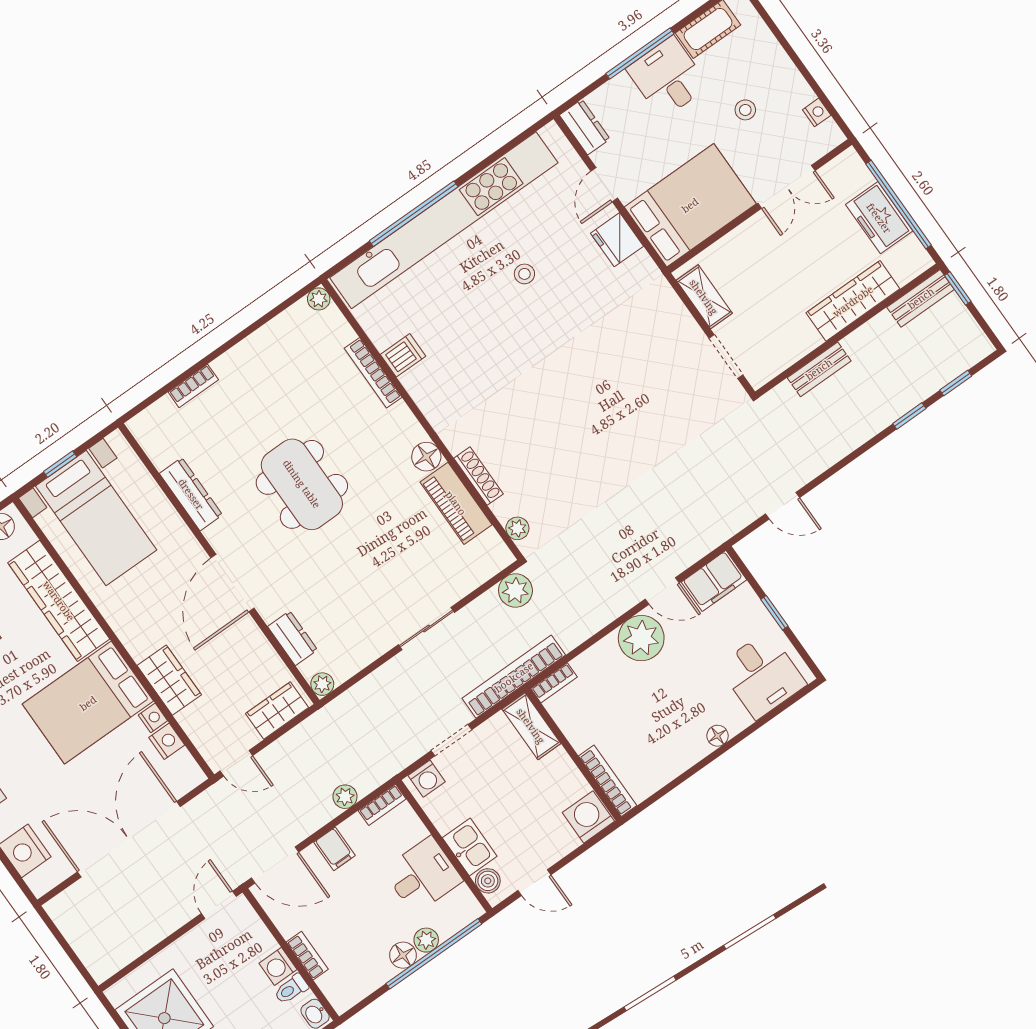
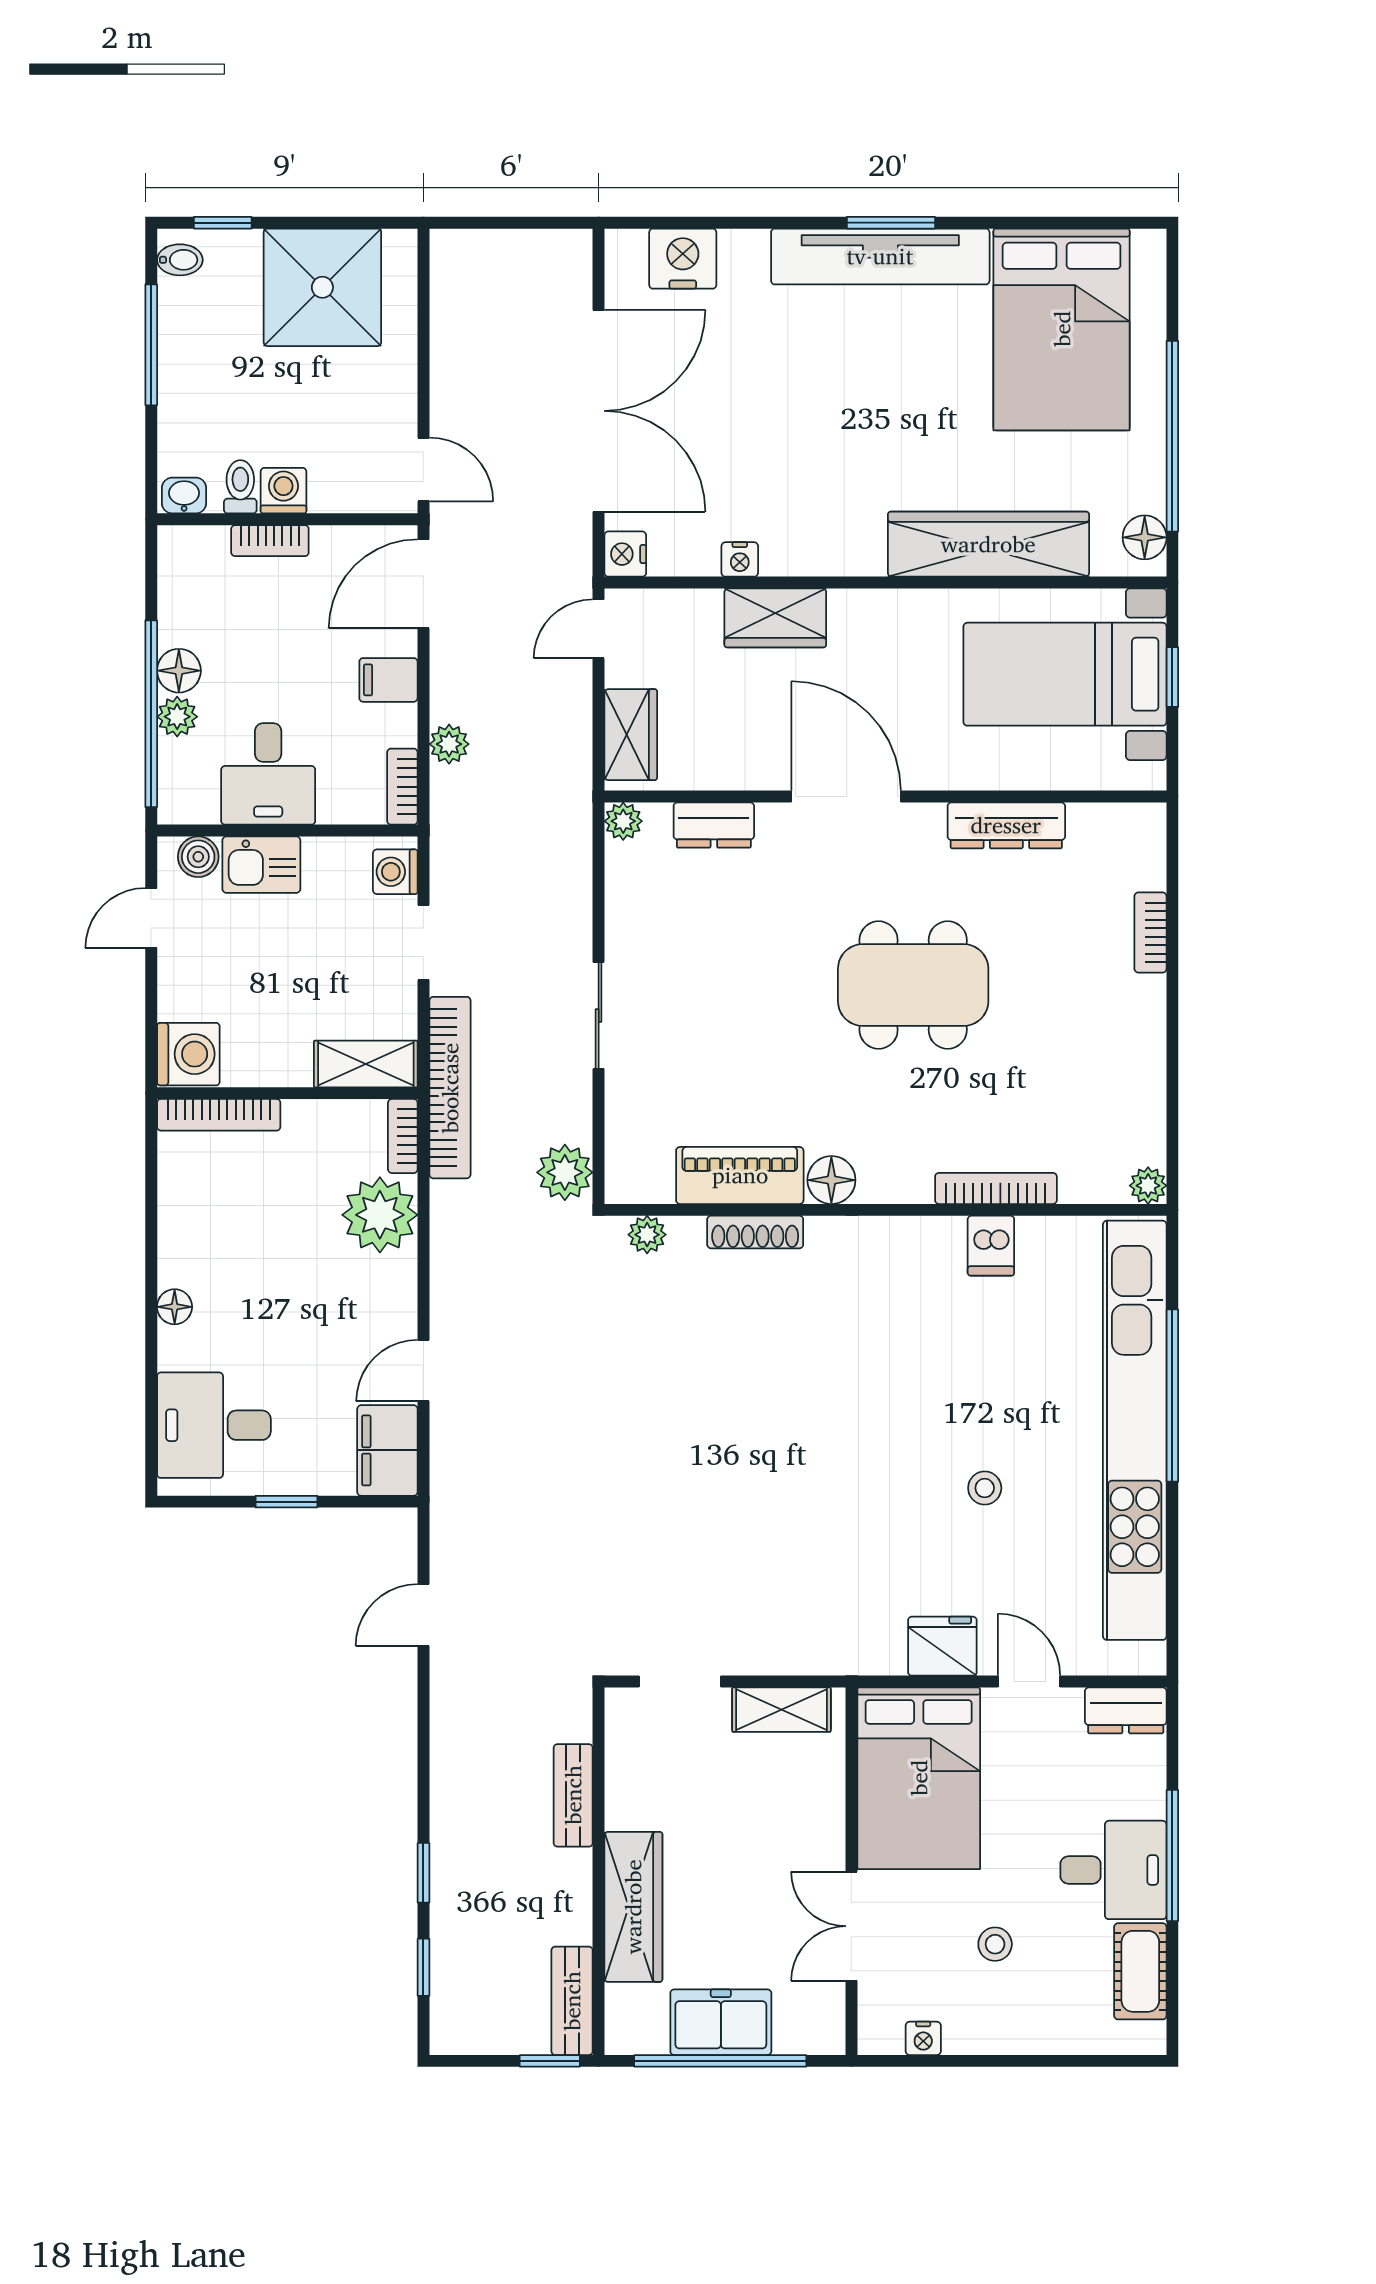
plant: (641, 638) -> (380, 1215), moved
bed: (88, 703) -> (823, 486), removed
nightstand: (167, 741) -> (625, 554), moved, turned 90

